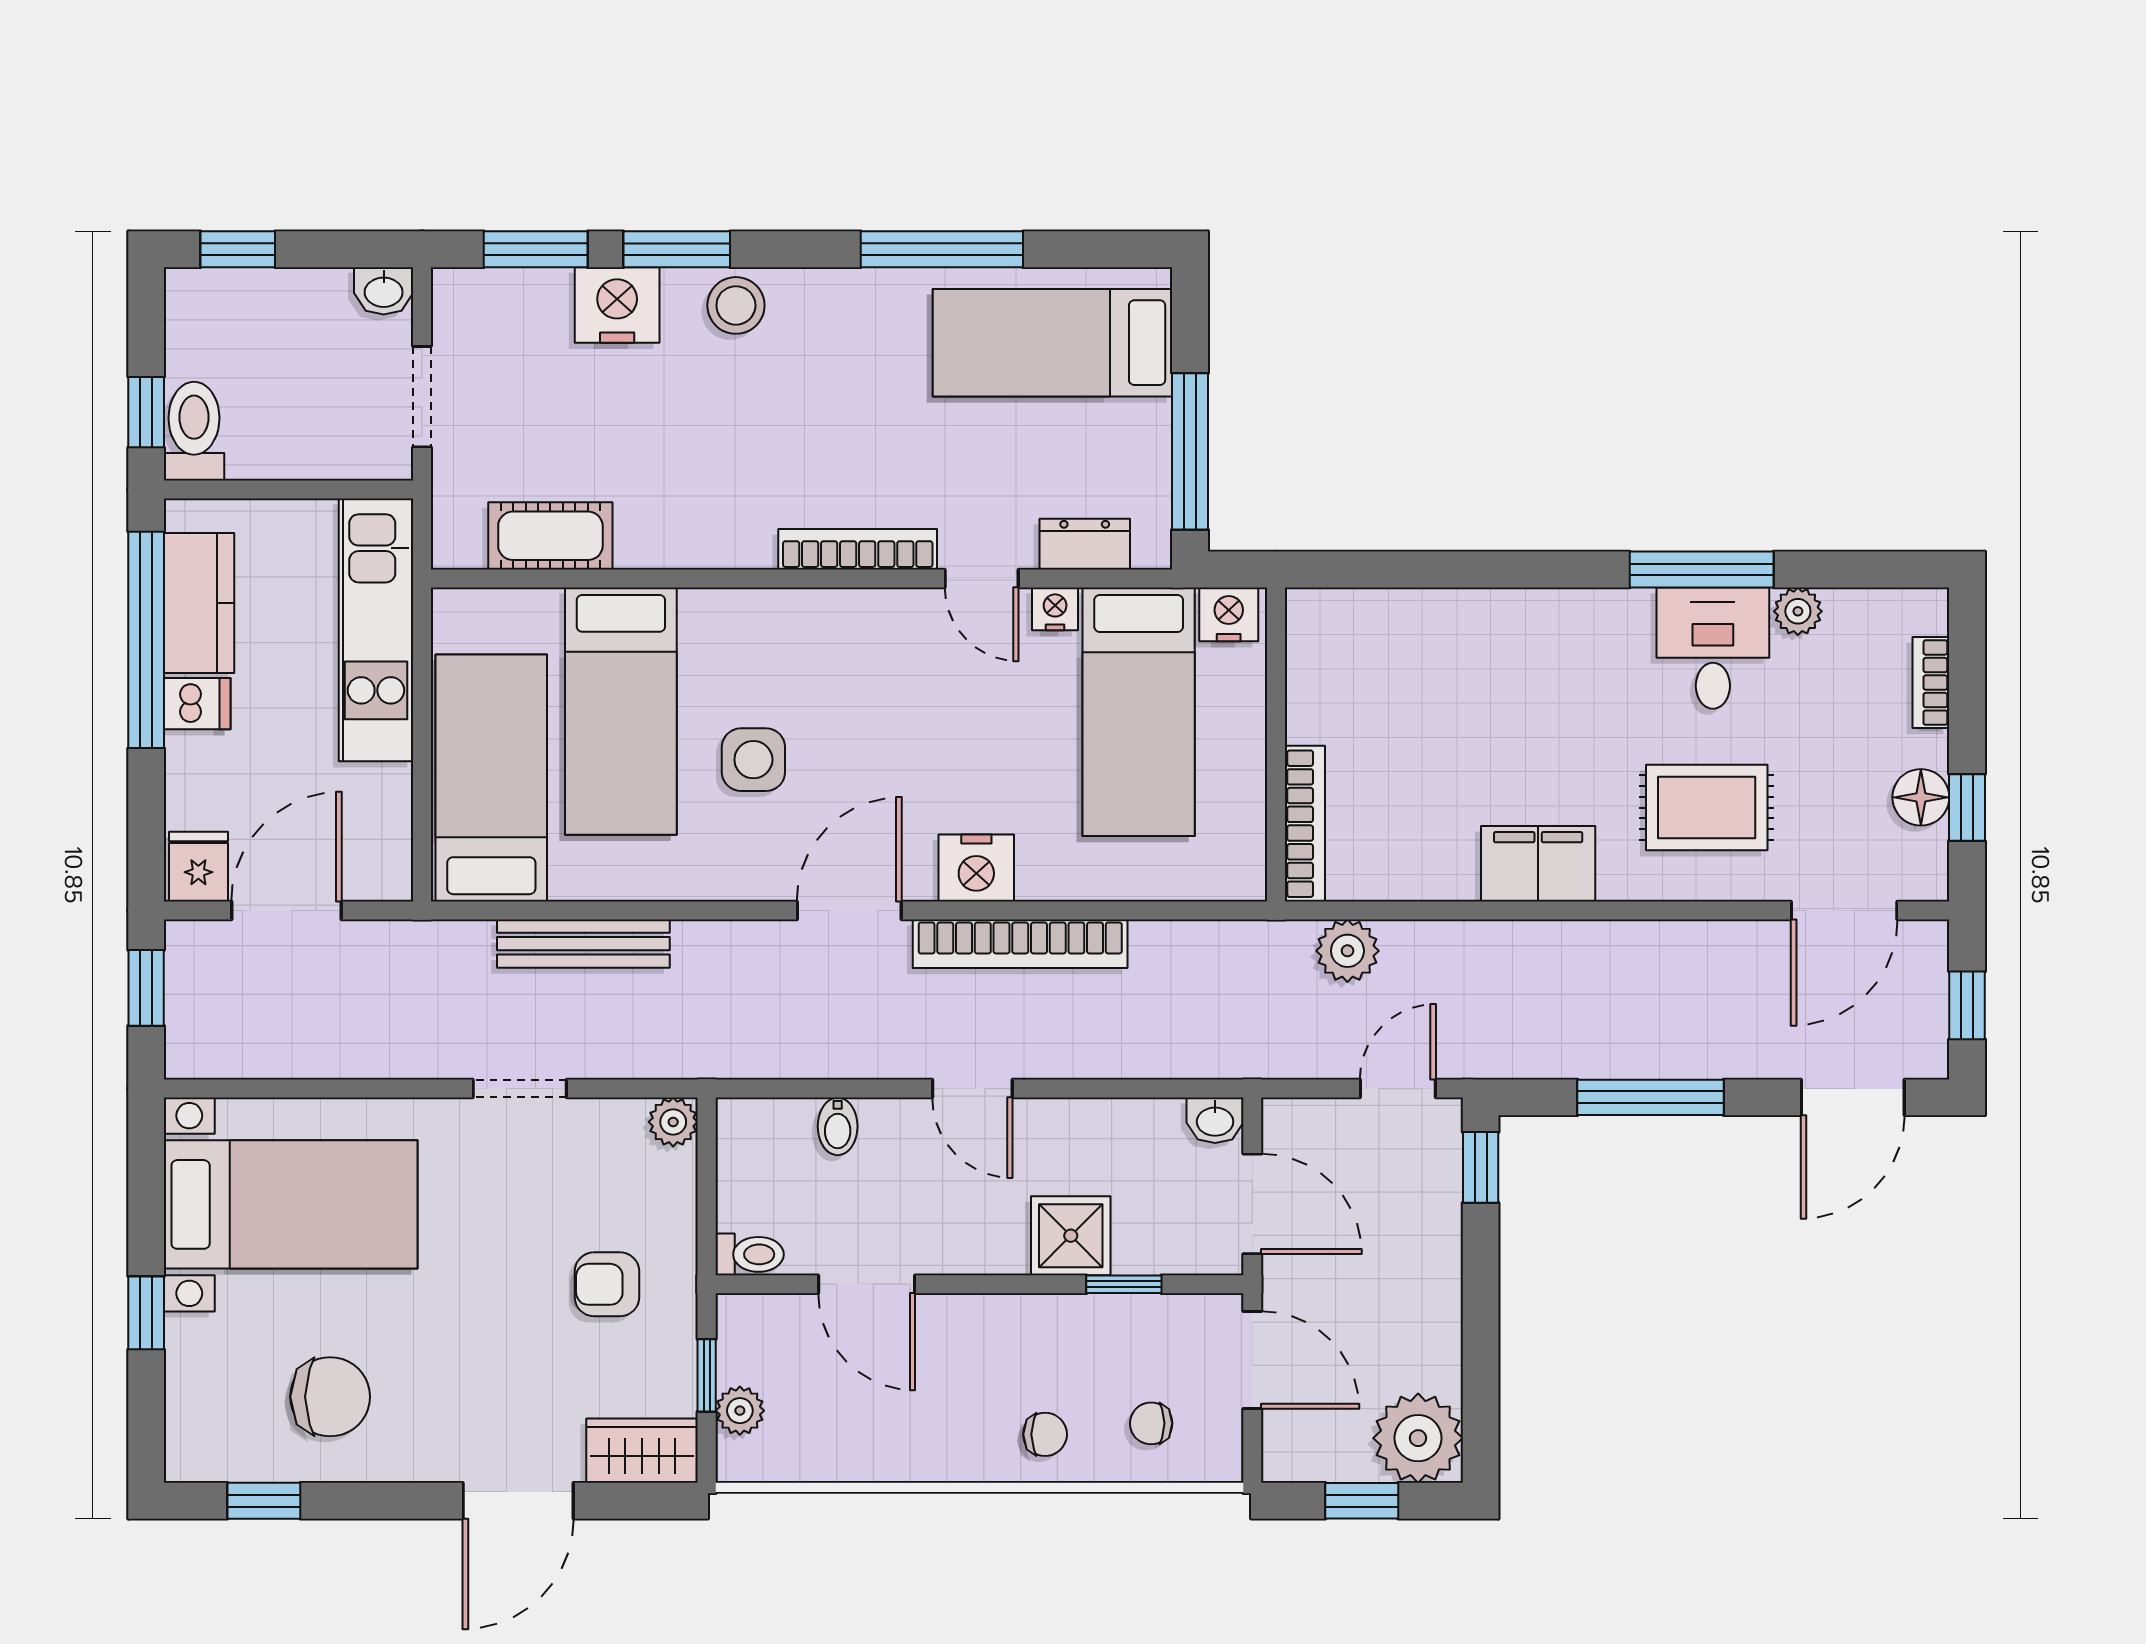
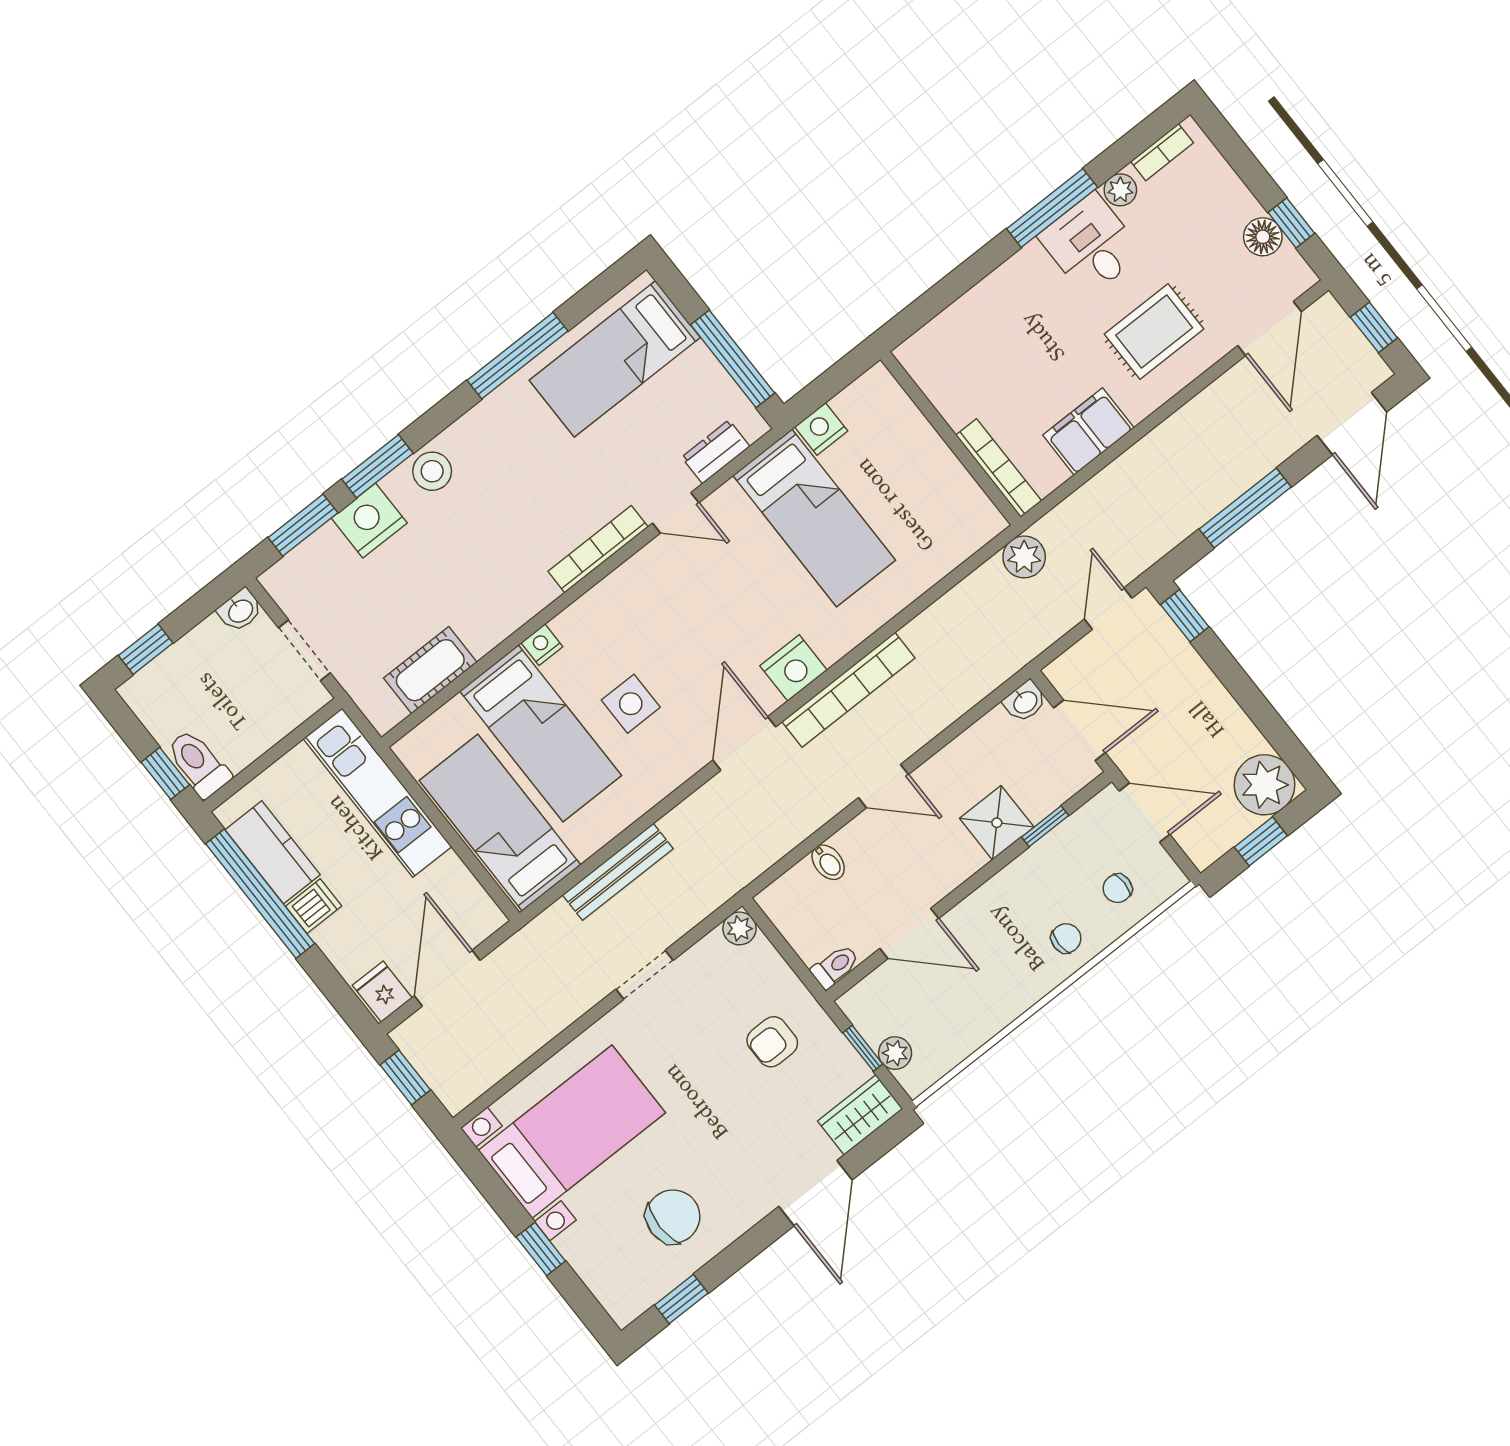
nightstand: (1055, 609) -> (542, 645), moved
bookcase: (1931, 683) -> (1162, 152), moved, turned -90
wall: (1276, 745) -> (950, 438), moved
bookcase: (1305, 824) -> (999, 468), moved

